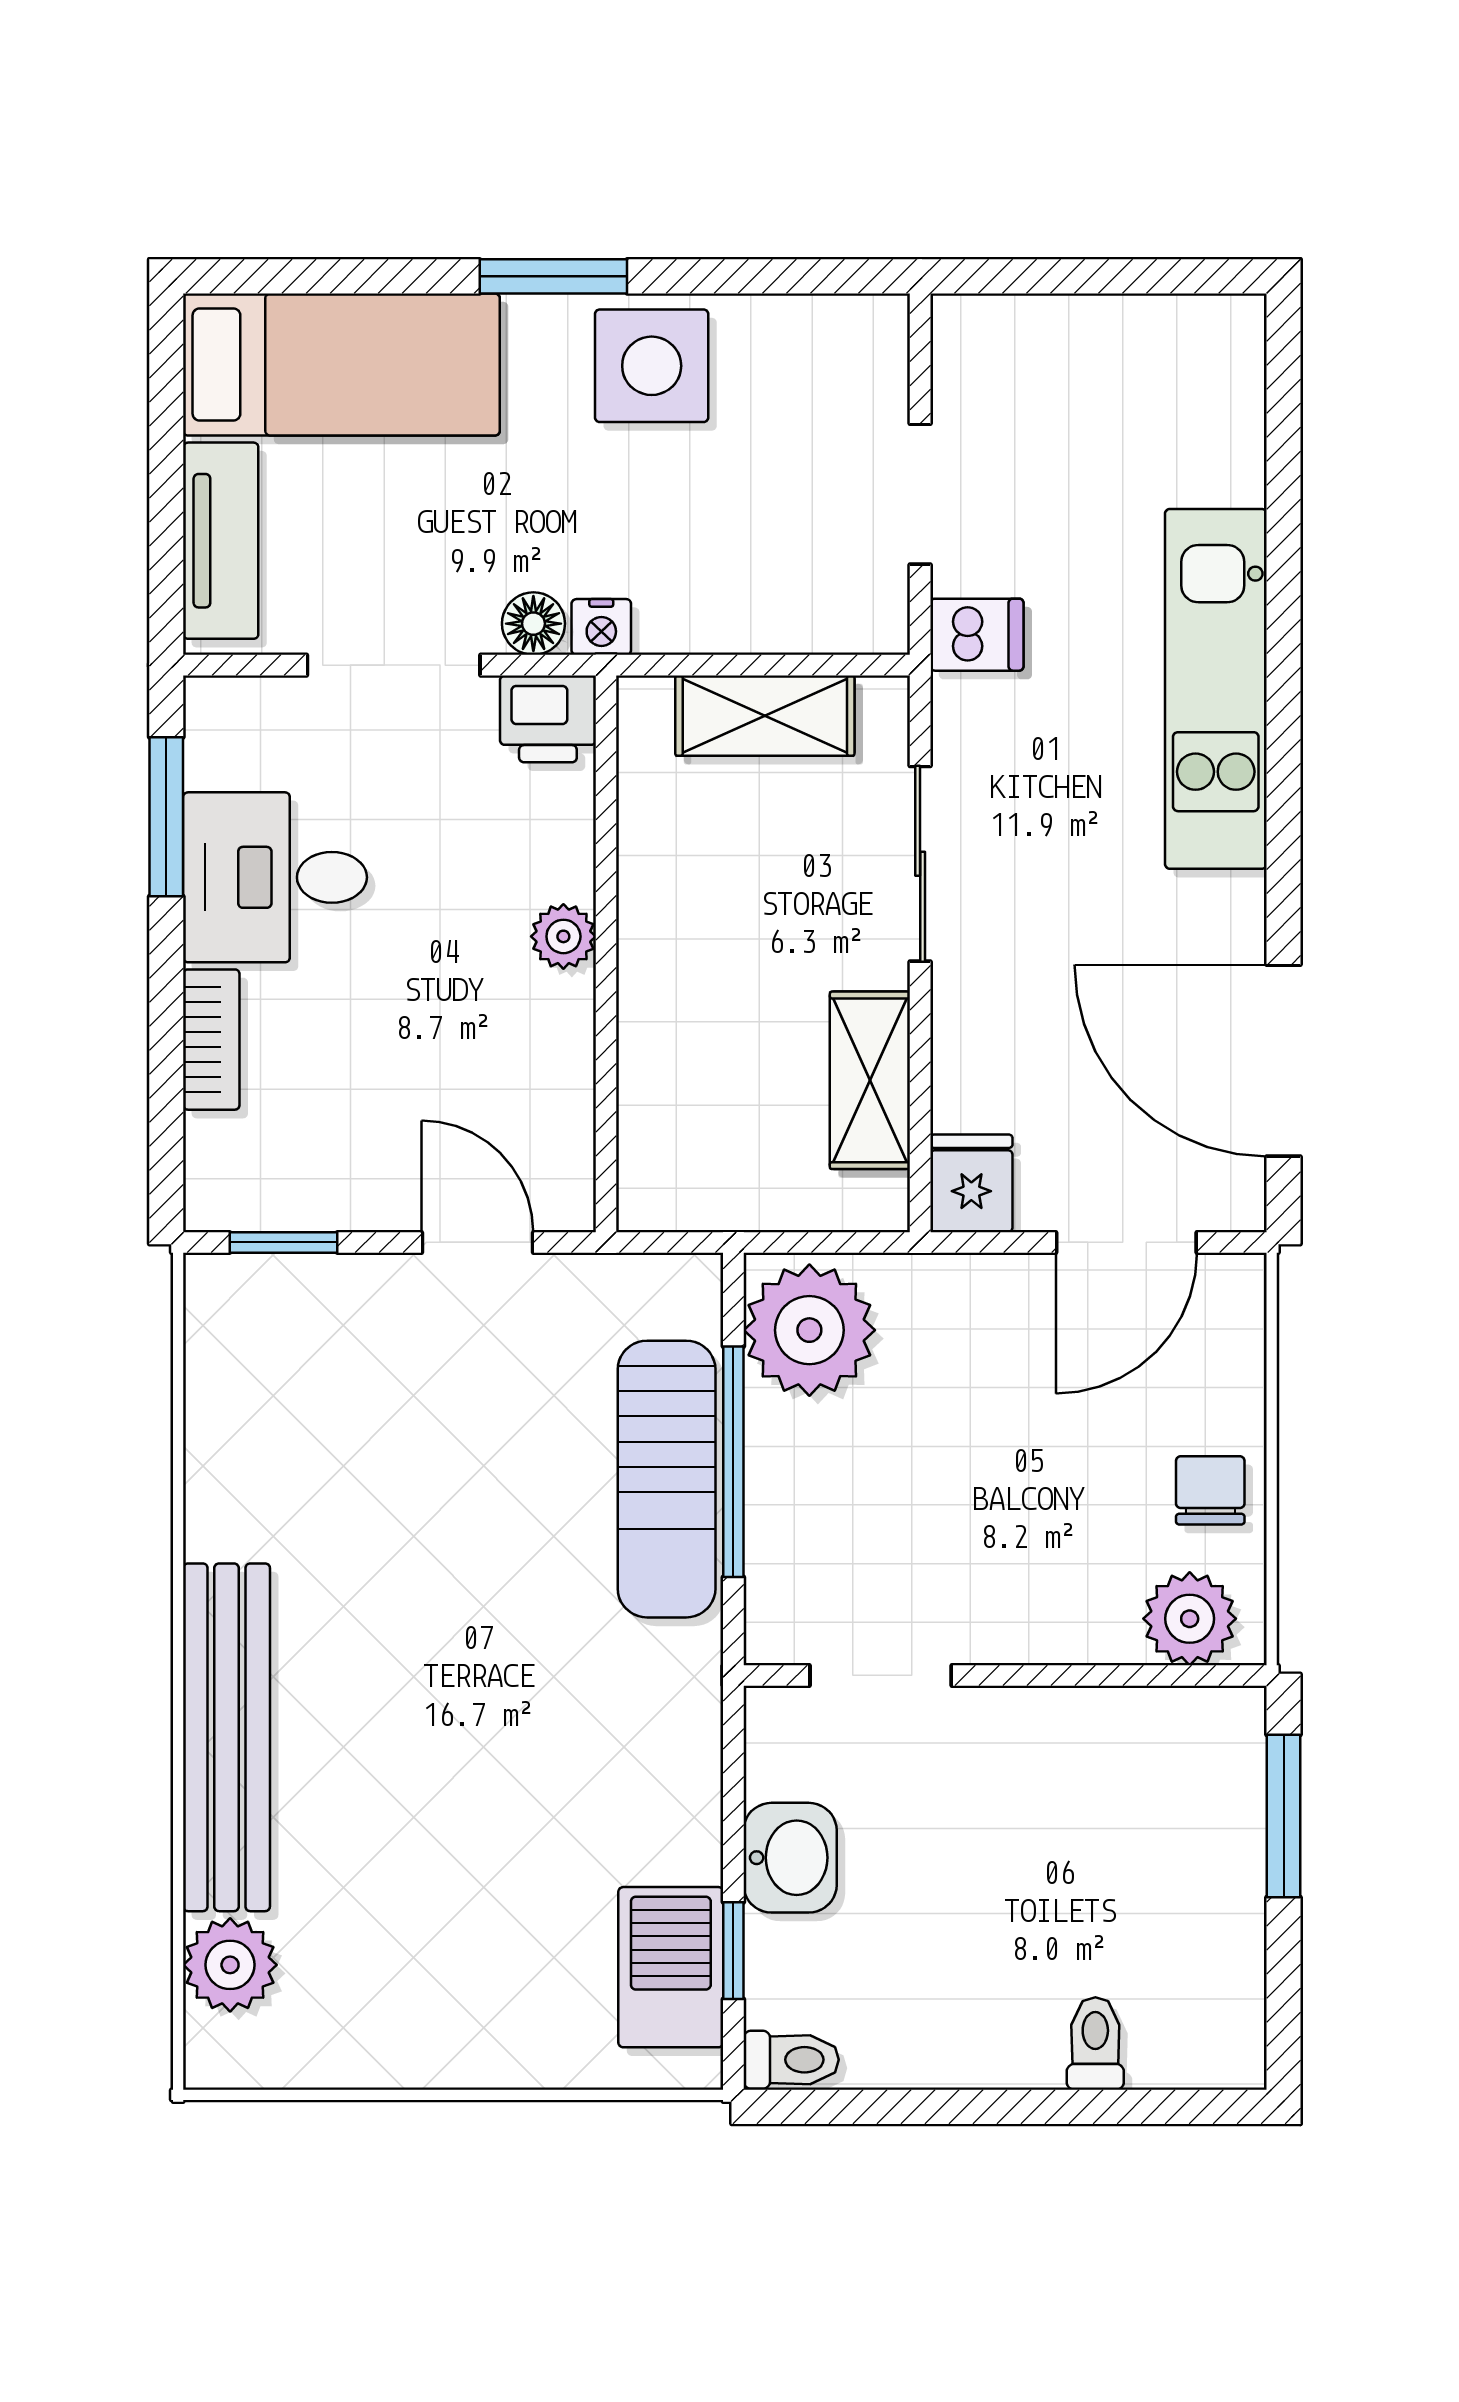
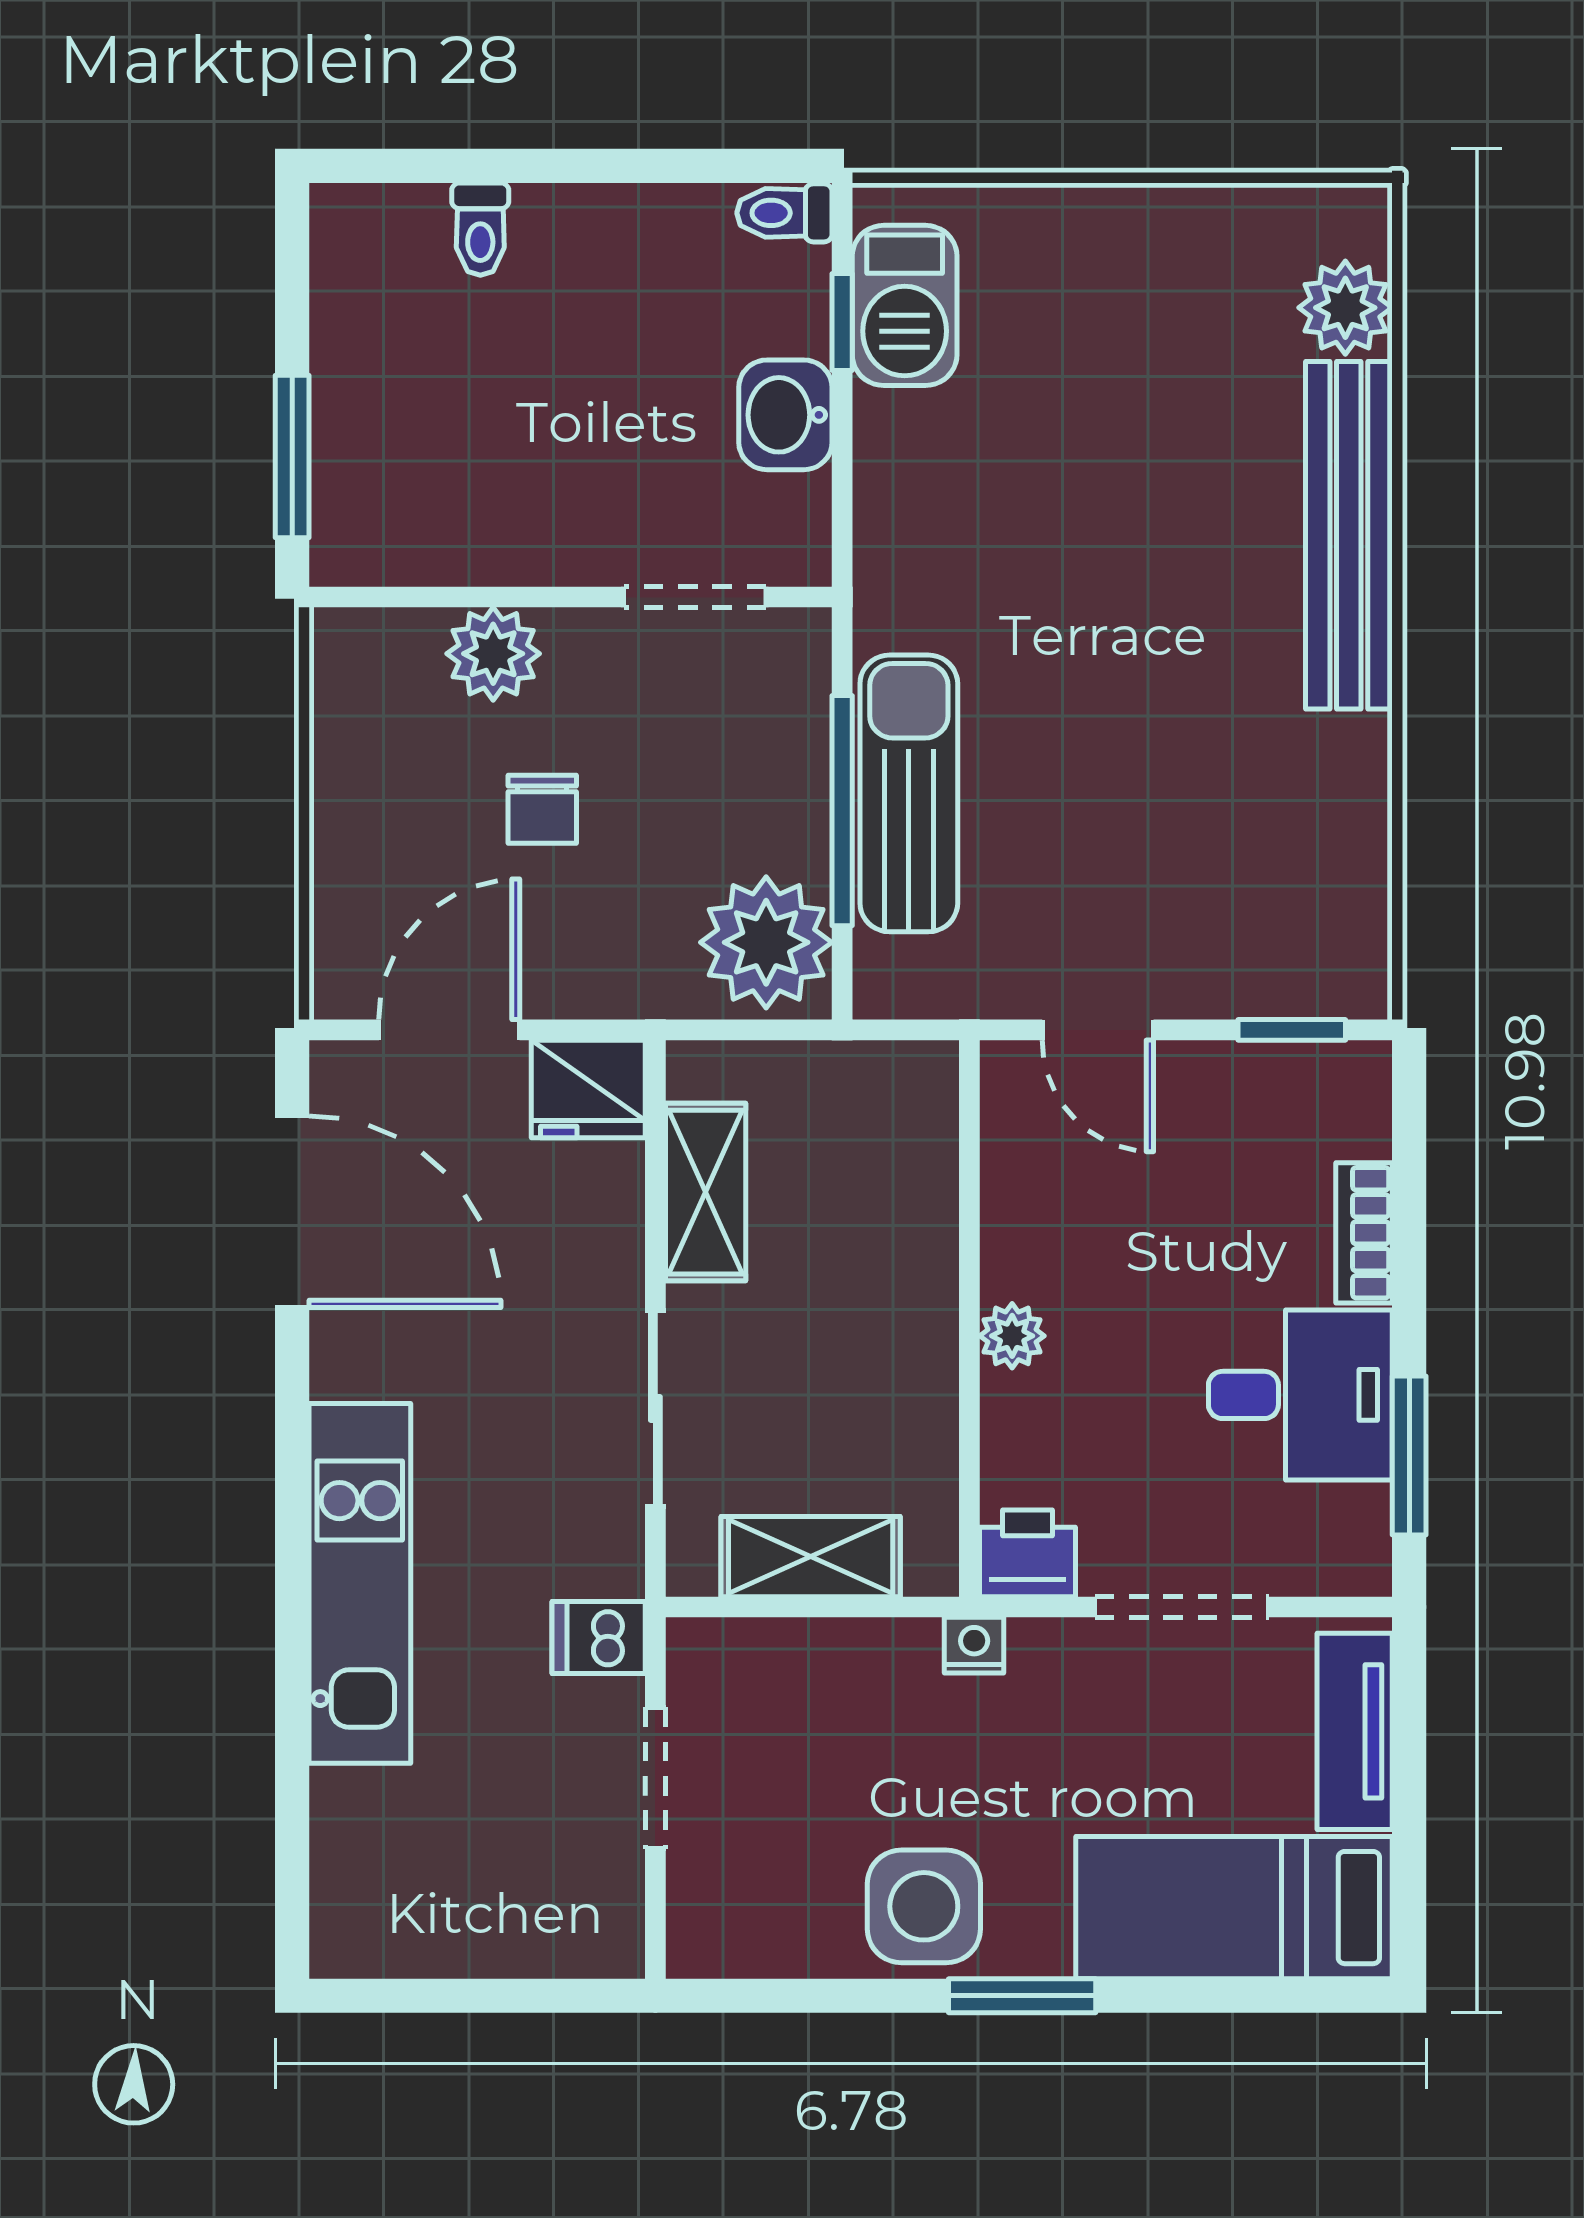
floor lamp: (533, 624) -> (1042, 1649), removed
fridge: (971, 1183) -> (588, 1089), width x1.38
chair: (1210, 1490) -> (542, 809), moved
plant: (1190, 1619) -> (493, 654), moved

